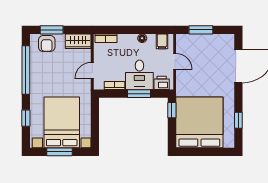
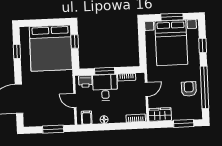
armchair: (47, 44) -> (189, 89), moved
window: (172, 110) -> (75, 41), moved

